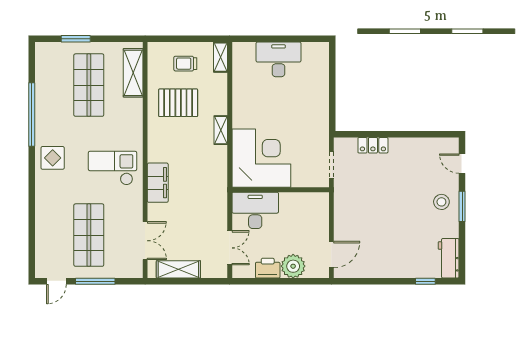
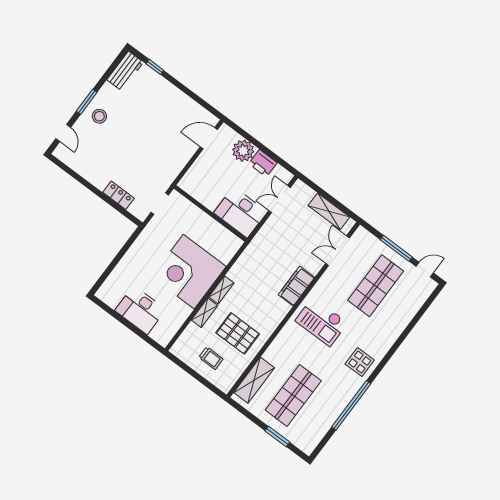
shelving: (220, 57) -> (205, 313), moved
corner desk: (261, 158) -> (189, 272), moved

